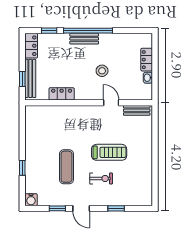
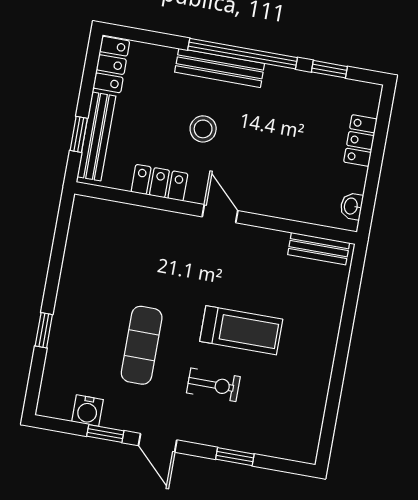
window: (49, 31) -> (329, 69), moved
bench: (84, 39) -> (220, 68), width x1.36
stool: (102, 71) -> (203, 129), moved
washbasin: (148, 78) -> (351, 206), moved
door: (111, 103) -> (220, 214), moved
water cooler: (31, 200) -> (87, 411), moved

